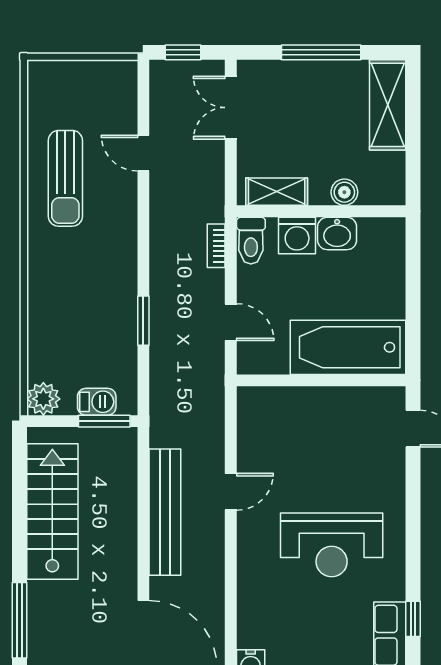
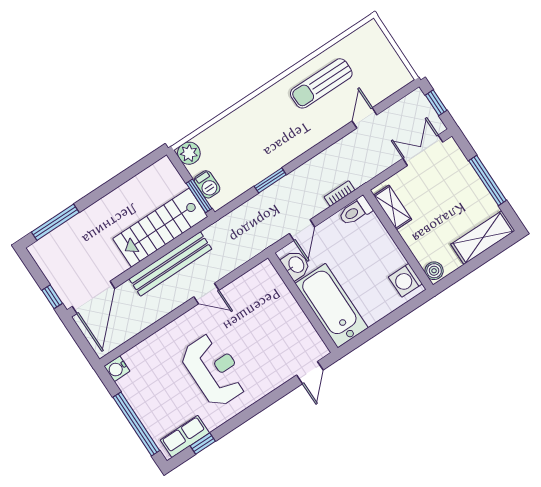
boiler: (344, 192) -> (434, 271), moved
washbasin: (337, 233) -> (296, 265), moved, turned 180
washing machine: (297, 235) -> (405, 280), moved
stairs: (52, 511) -> (160, 228), moved, turned 180
reception desk: (332, 545) -> (214, 370), turned 180

